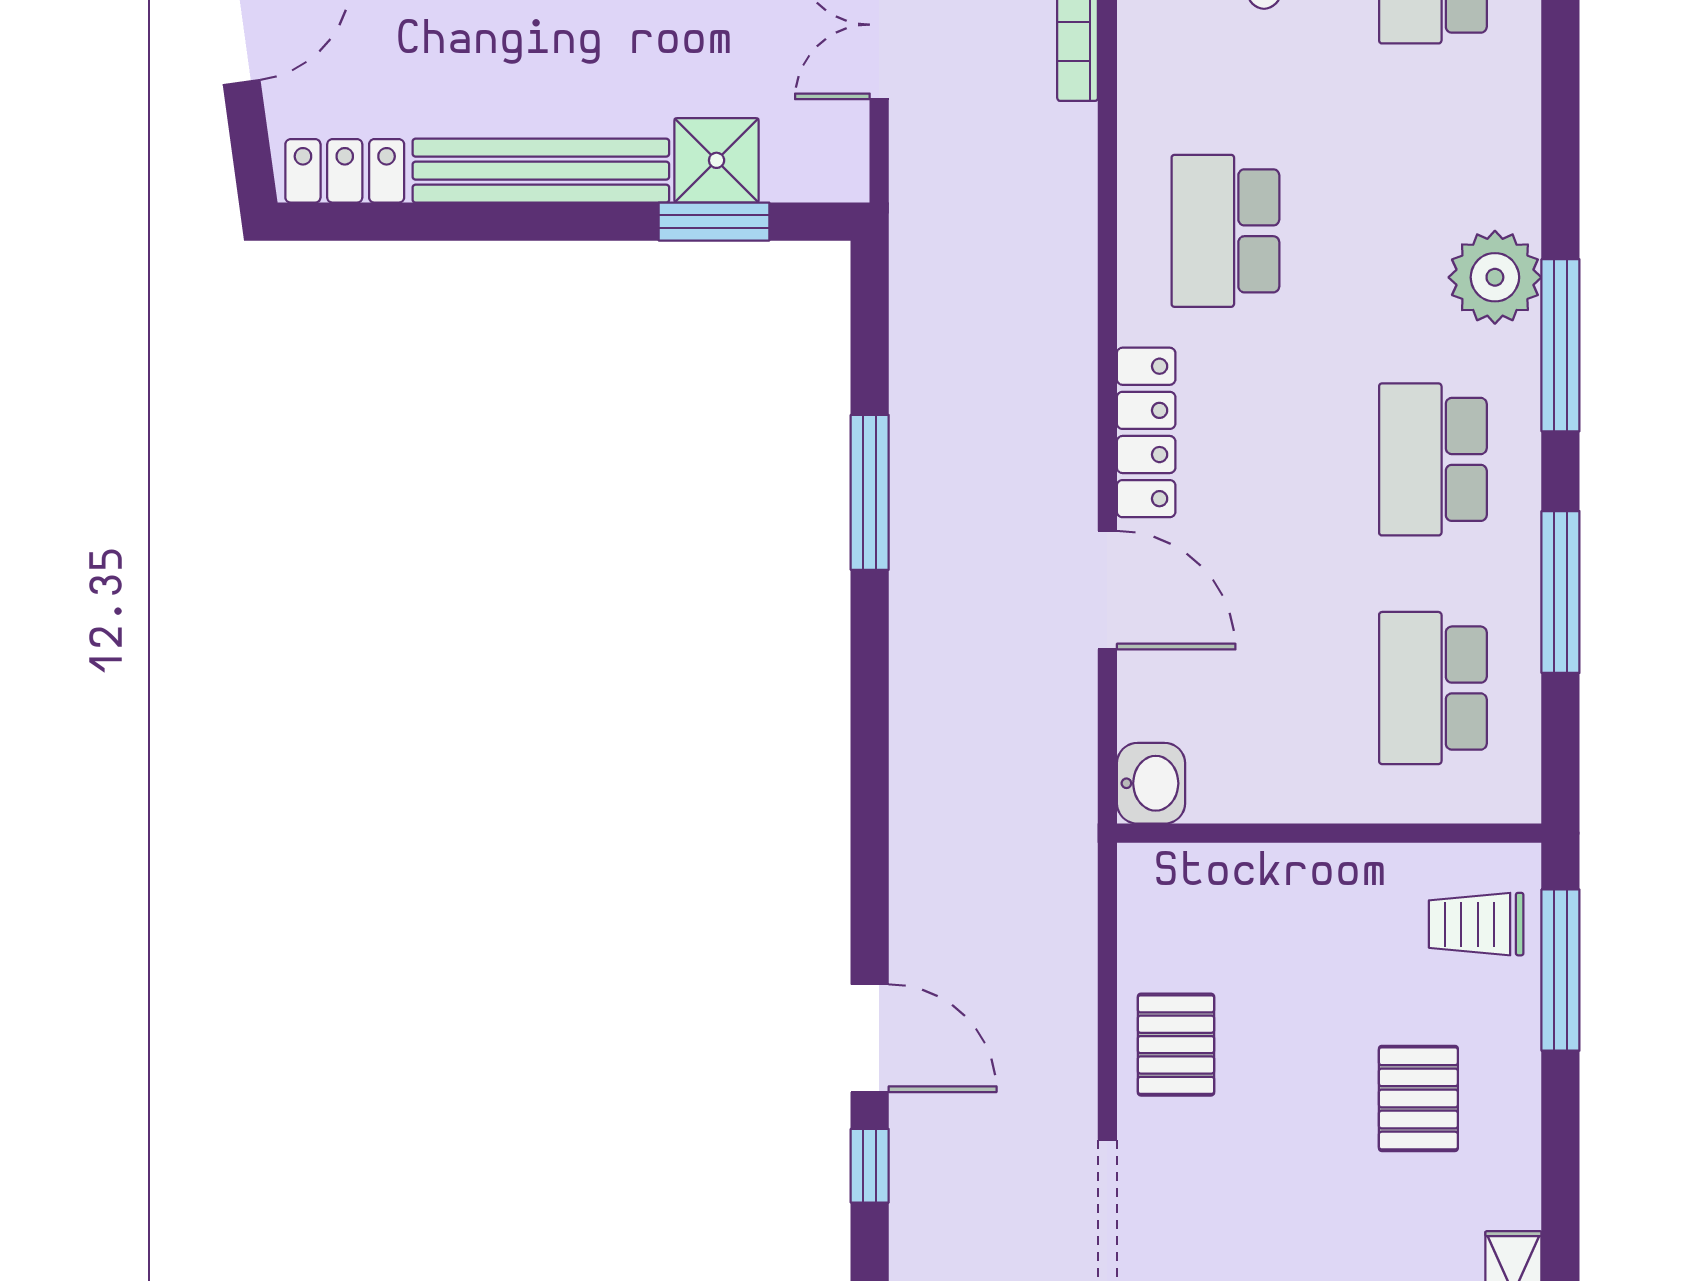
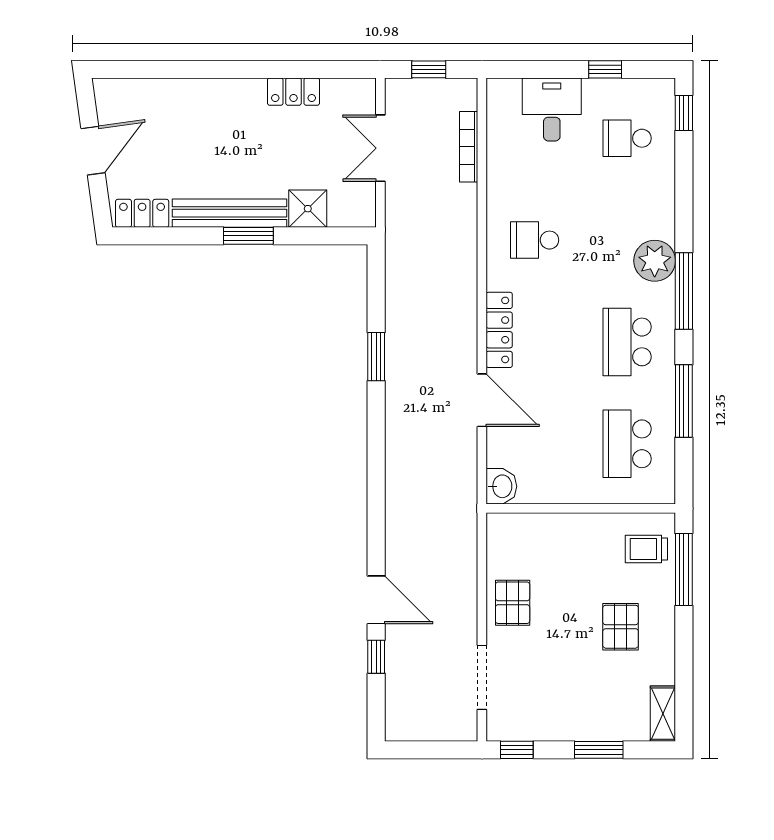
window: (714, 222) -> (248, 236), moved
school desk: (1225, 231) -> (535, 240), width x0.54
window: (870, 492) -> (376, 357), width x0.69

